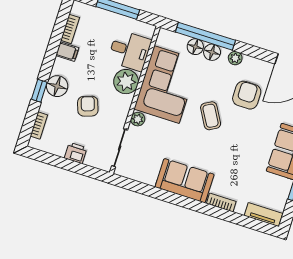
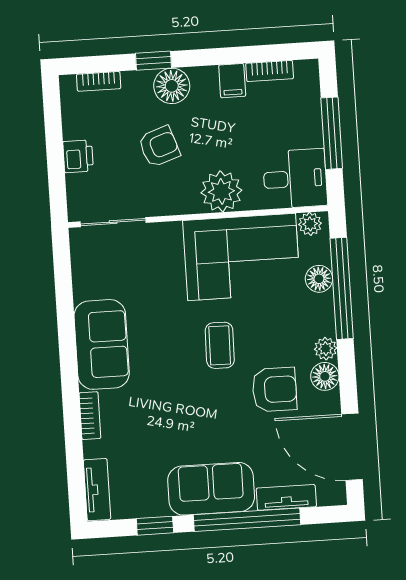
desk: (130, 51) -> (295, 179), moved, turned -90
floor lamp: (212, 52) -> (325, 376), moved
coffee table: (211, 116) -> (220, 345), turned -59
plant: (138, 119) -> (310, 224), moved

